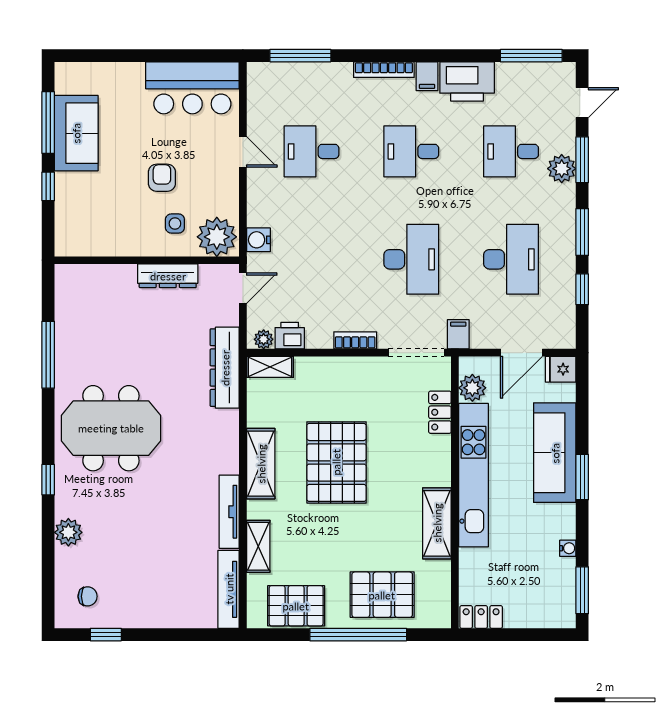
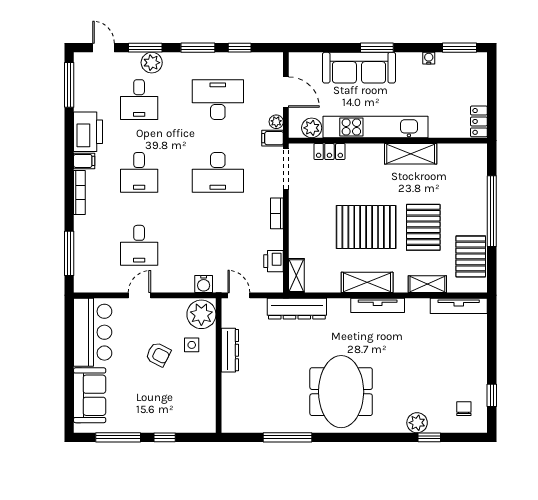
sofa: (76, 133) -> (90, 395), moved, turned 90
armchair: (162, 178) -> (158, 354), turned -153
desk: (411, 259) -> (218, 172), turned 180
plant: (264, 339) -> (276, 122), moved
fridge: (561, 369) -> (298, 63), removed
window: (48, 480) -> (429, 437), moved
tv unit: (229, 512) -> (378, 305), moved
pallet: (382, 595) -> (423, 227), moved

